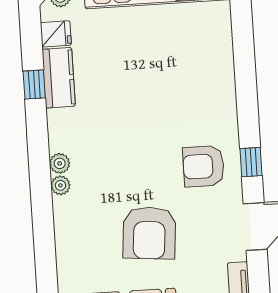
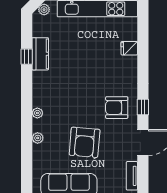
fridge: (56, 34) -> (129, 48), moved, turned 180
plant: (60, 163) -> (38, 138), moved

